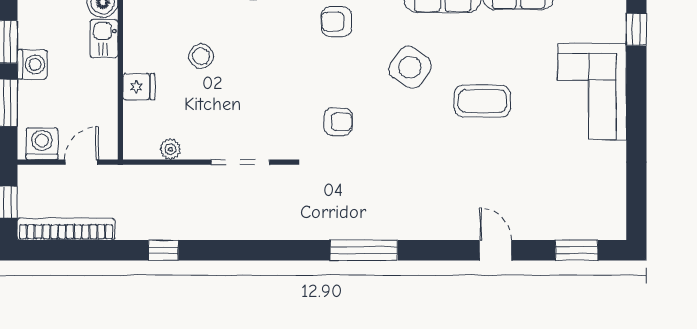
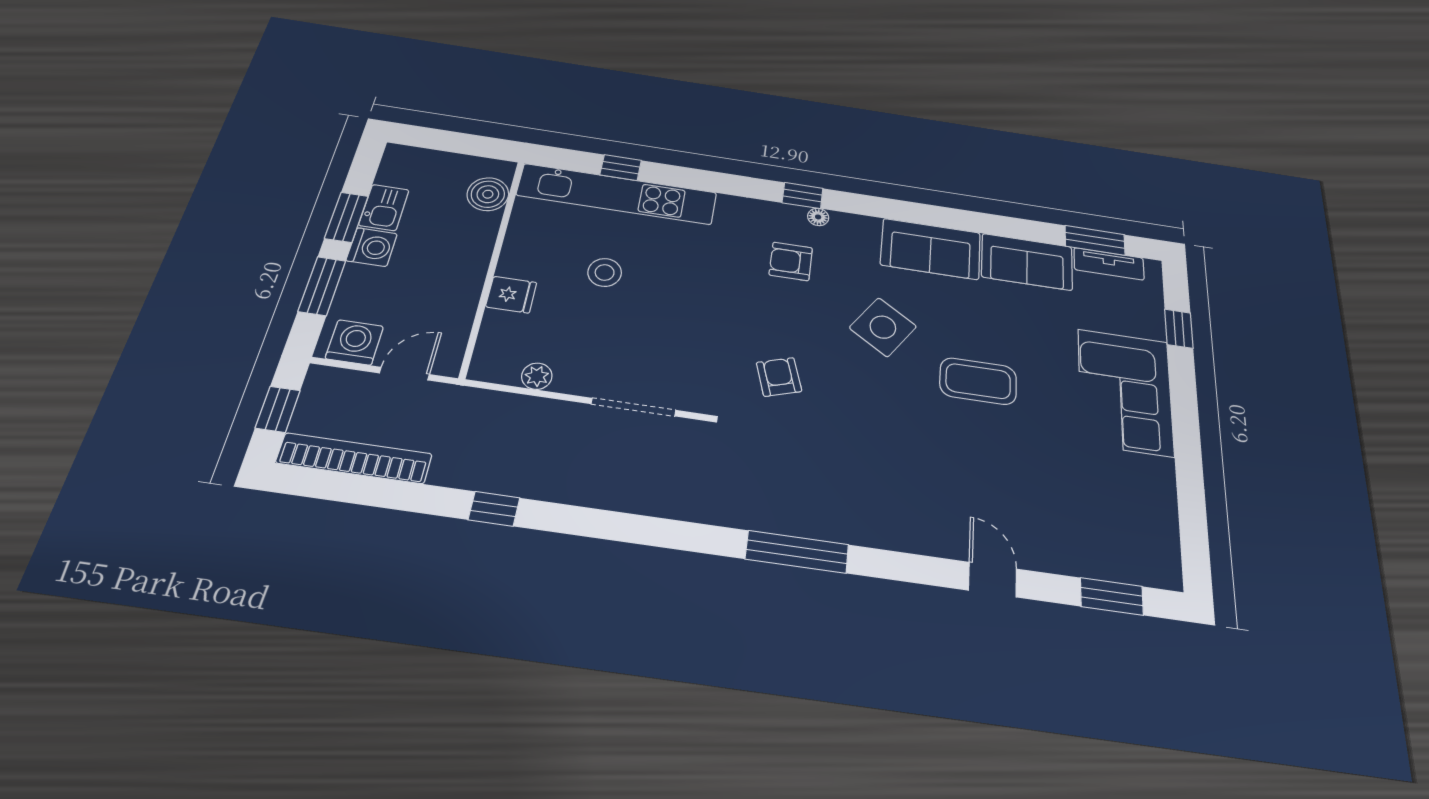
kitchen sink: (104, 39) -> (384, 208), moved, turned 180
armchair: (338, 122) -> (779, 377), turned -108

